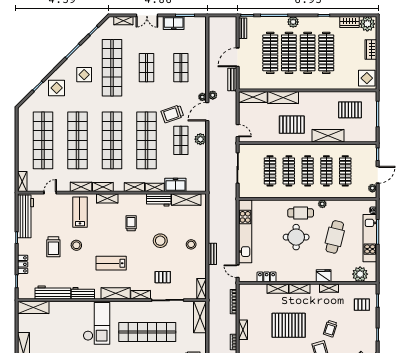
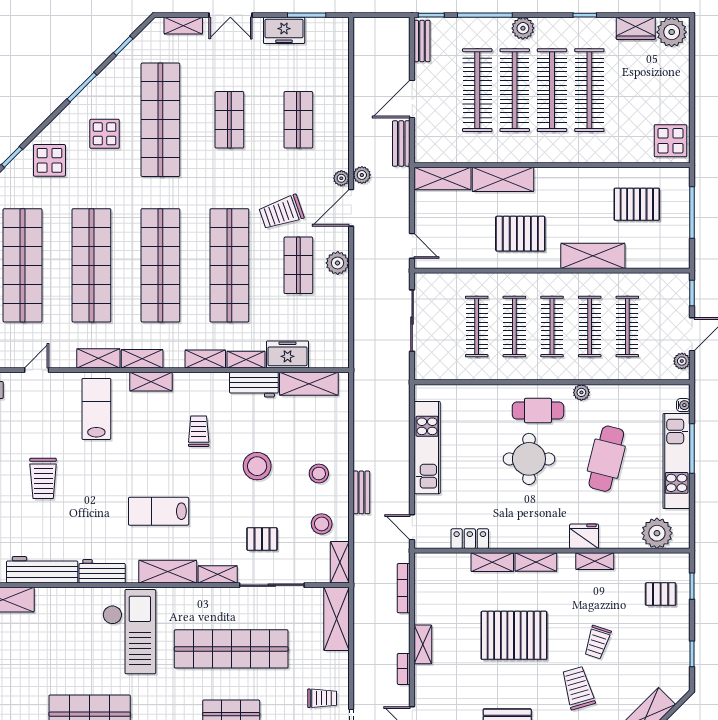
wardrobe: (371, 50) -> (678, 83), removed
kitchen unit: (245, 231) -> (427, 448), width x0.73
stool: (76, 245) -> (322, 524), moved

